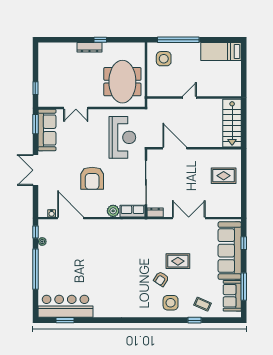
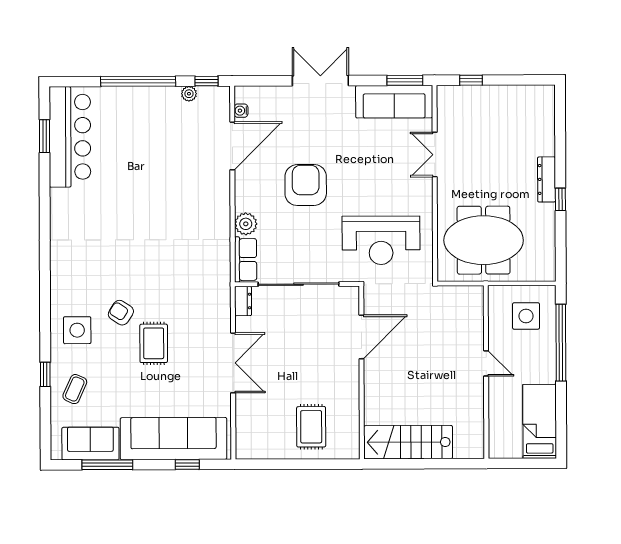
door: (189, 97) -> (486, 363), moved
wall: (194, 97) -> (486, 372), moved
armchair: (92, 178) -> (306, 185), turned 90

